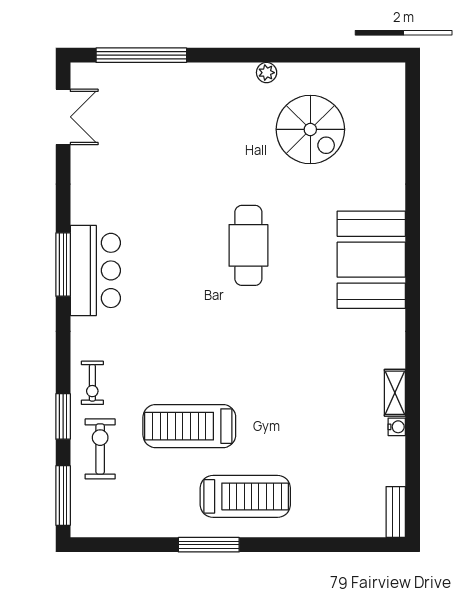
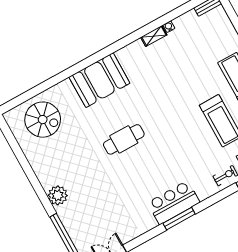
plant: (267, 73) -> (58, 195), moved, width x1.87, depth x1.87
spiral stairs: (310, 129) -> (43, 120), moved, turned 90

